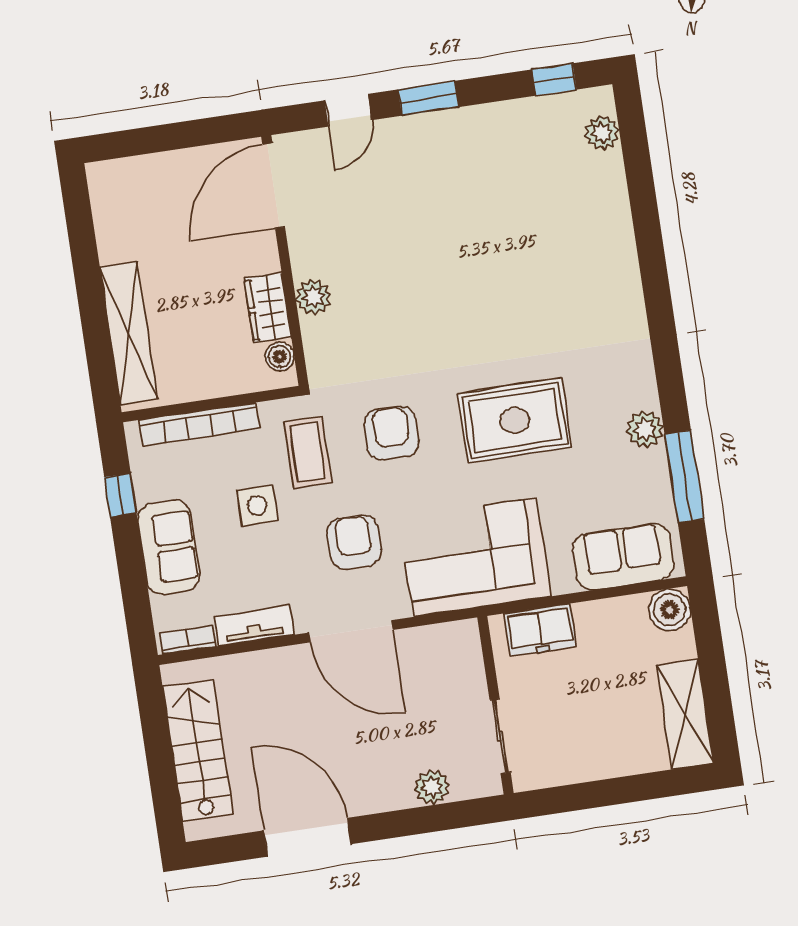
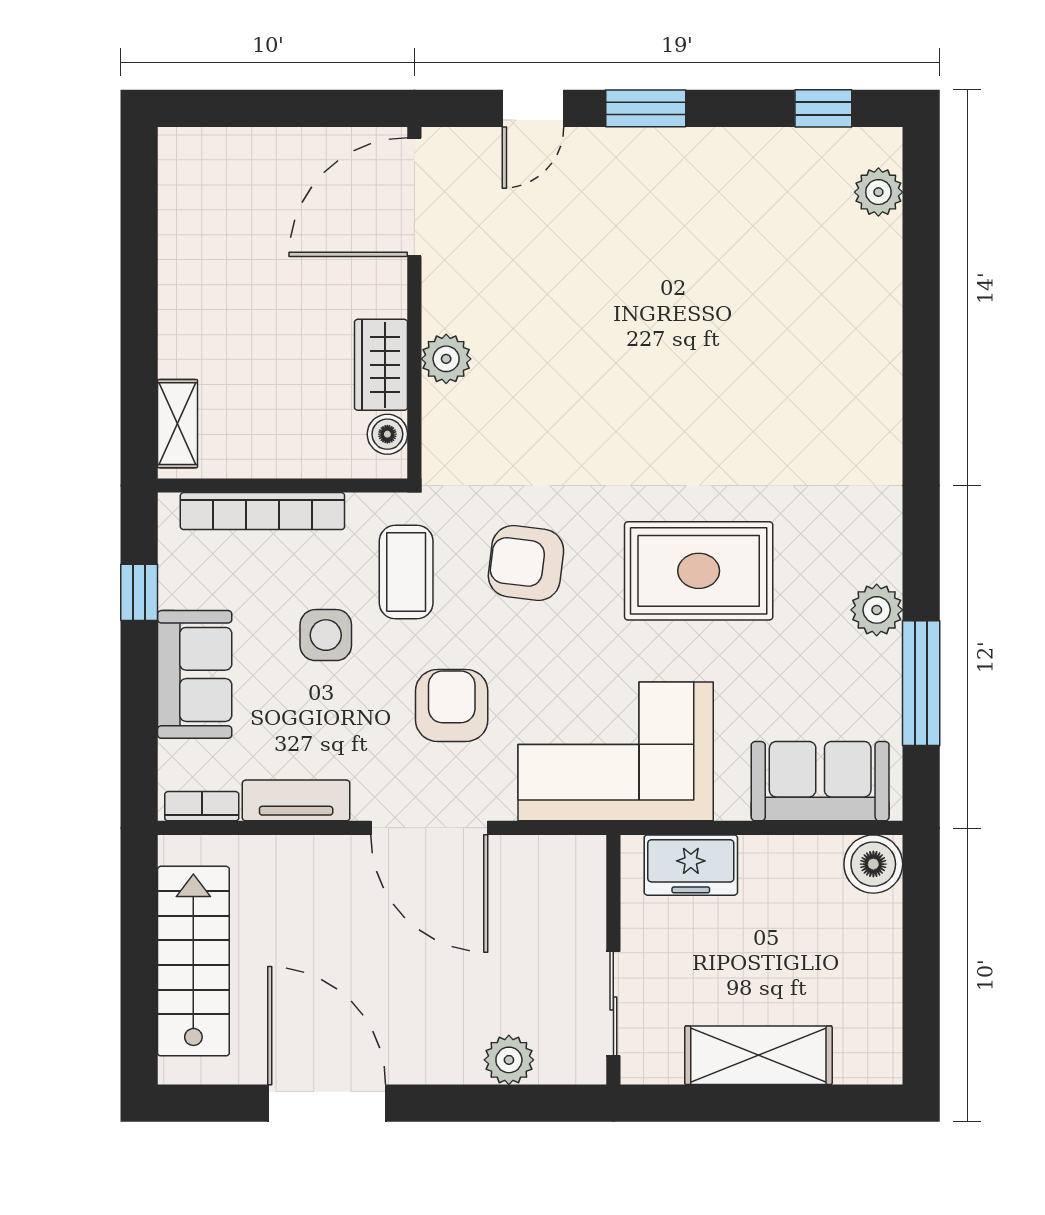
shelving: (129, 333) -> (178, 424), width x0.45, depth x0.75
armchair: (391, 433) -> (526, 563), turned -83
shelving: (685, 714) -> (758, 1055), moved, turned 90

